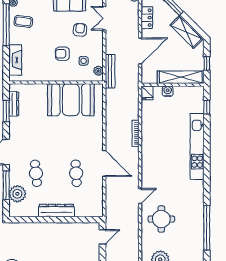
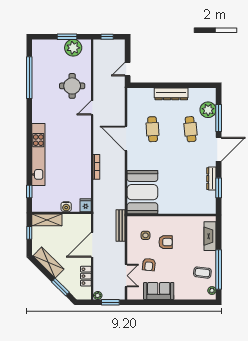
plant: (98, 71) -> (132, 226), removed
shelving: (181, 77) -> (47, 220), width x0.68
booth: (71, 100) -> (142, 192), moved, turned 90
dresser: (14, 104) -> (211, 179), moved

